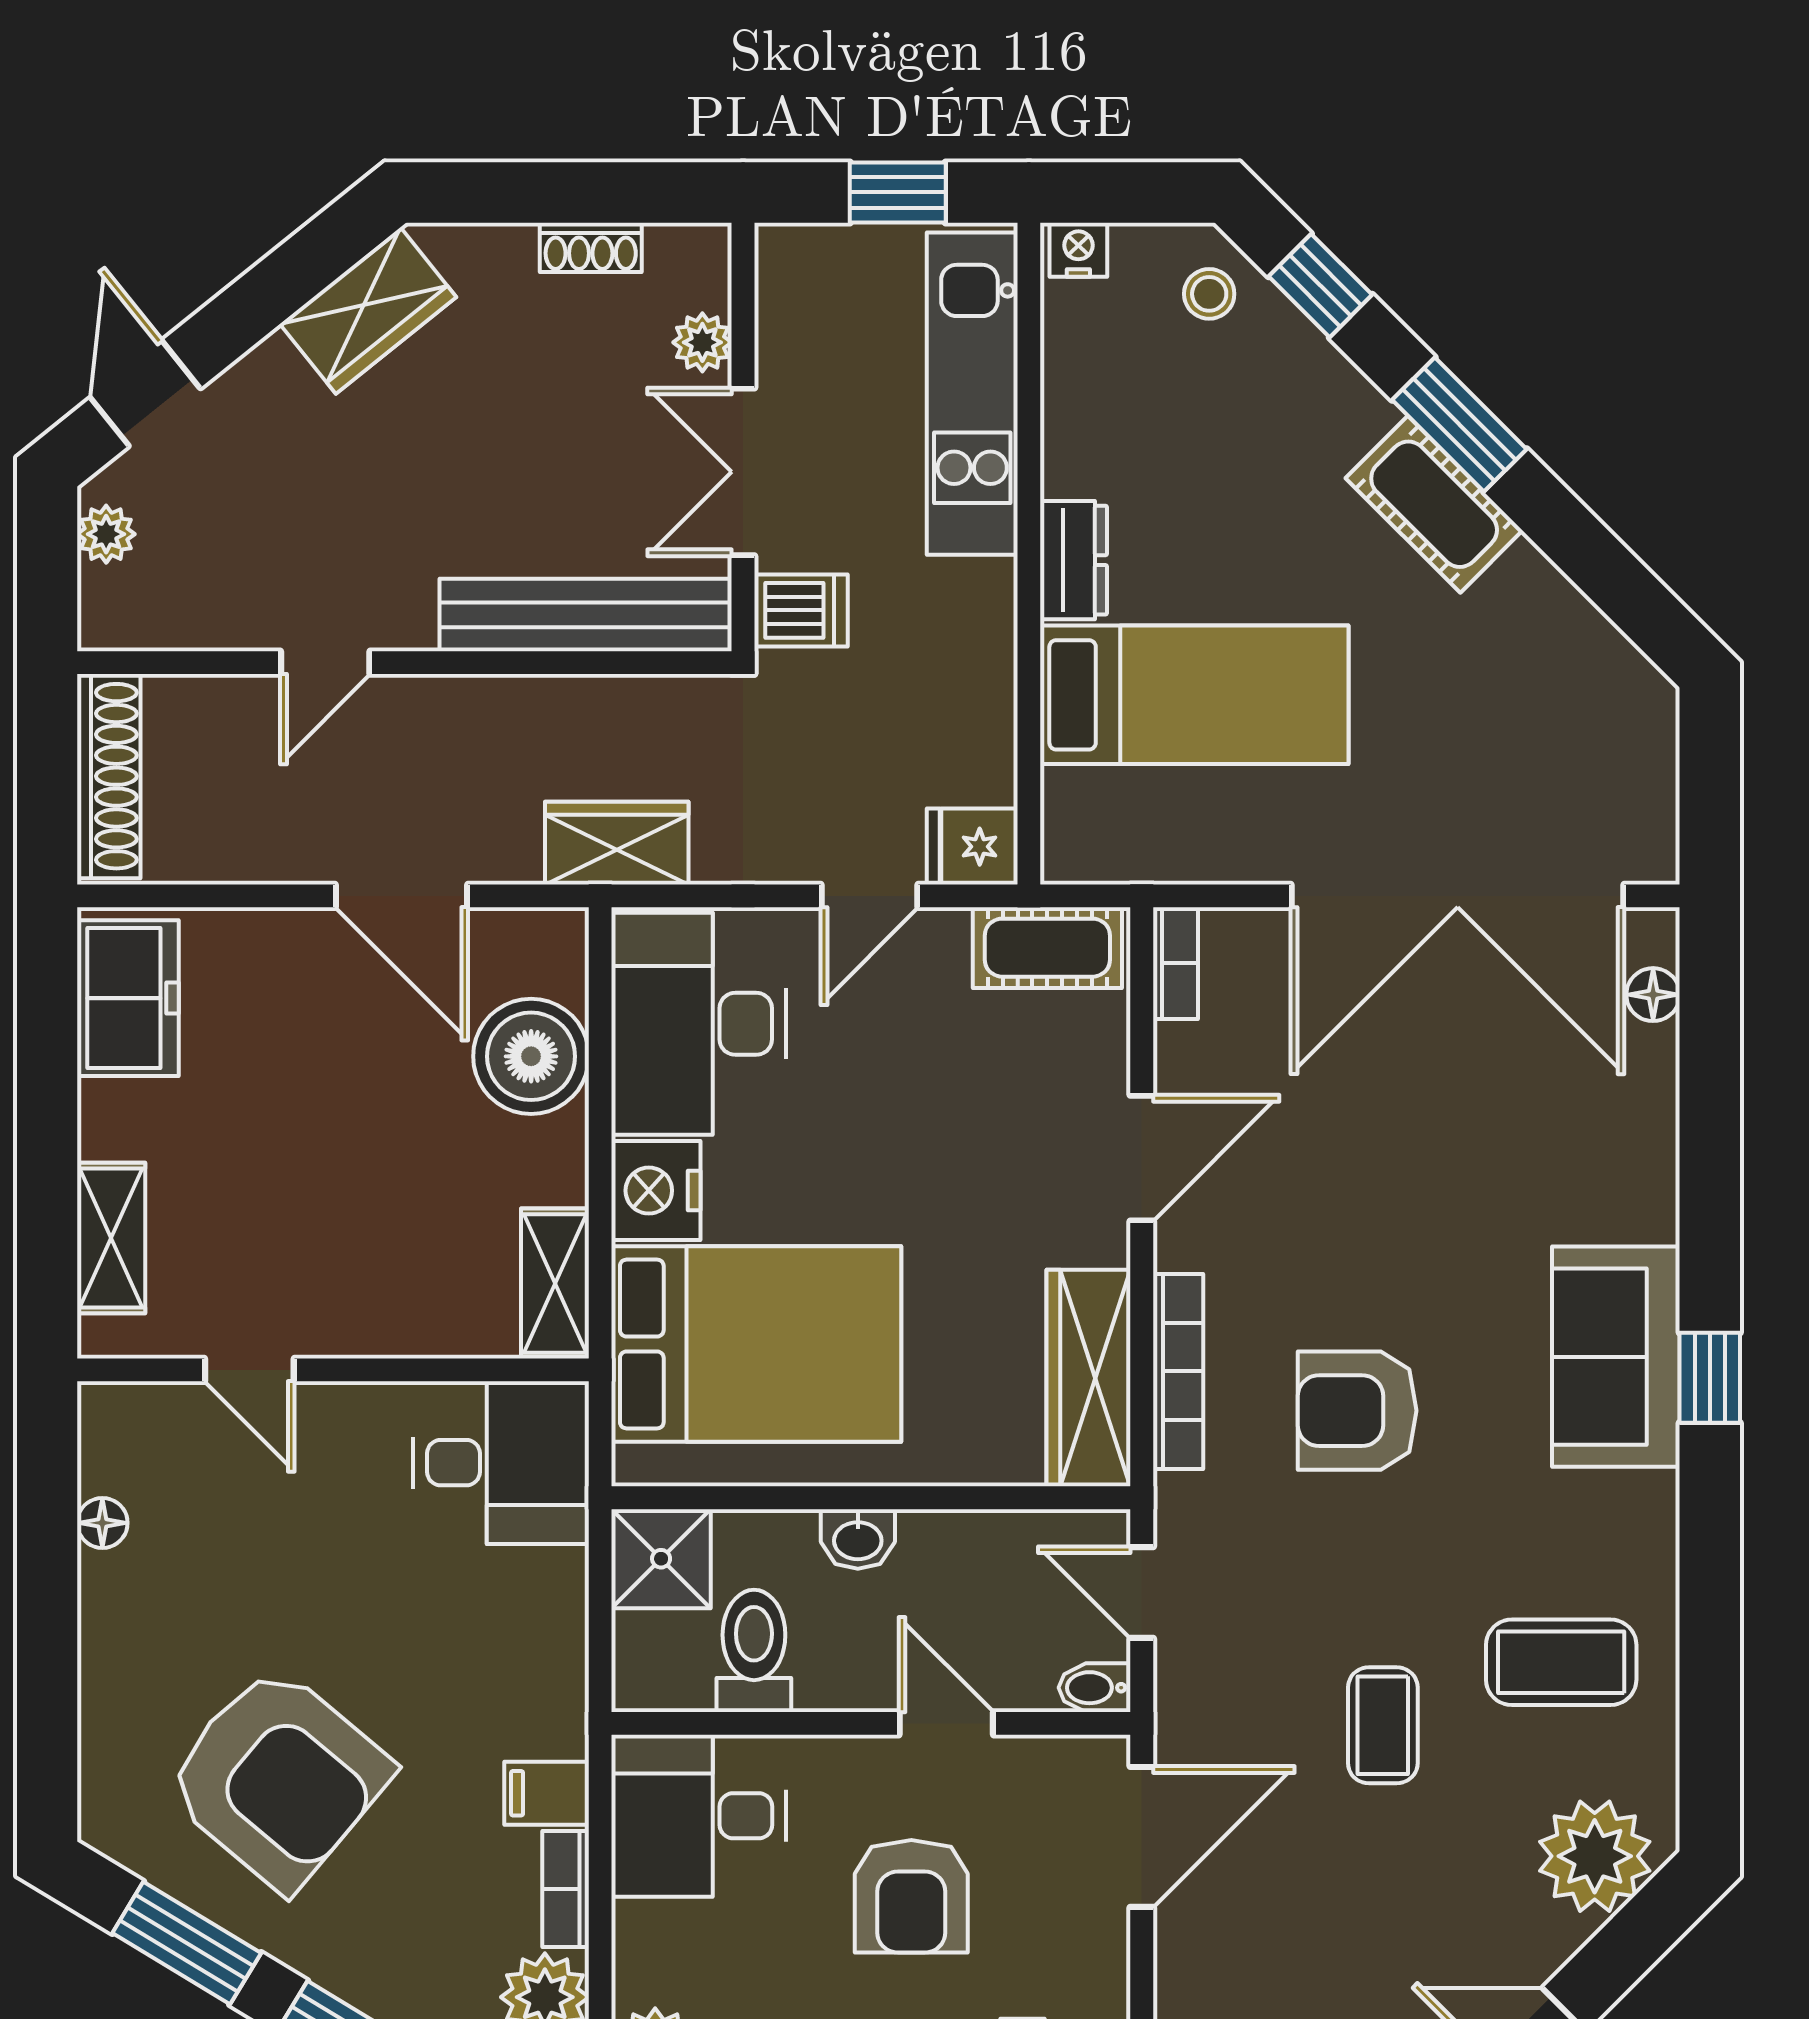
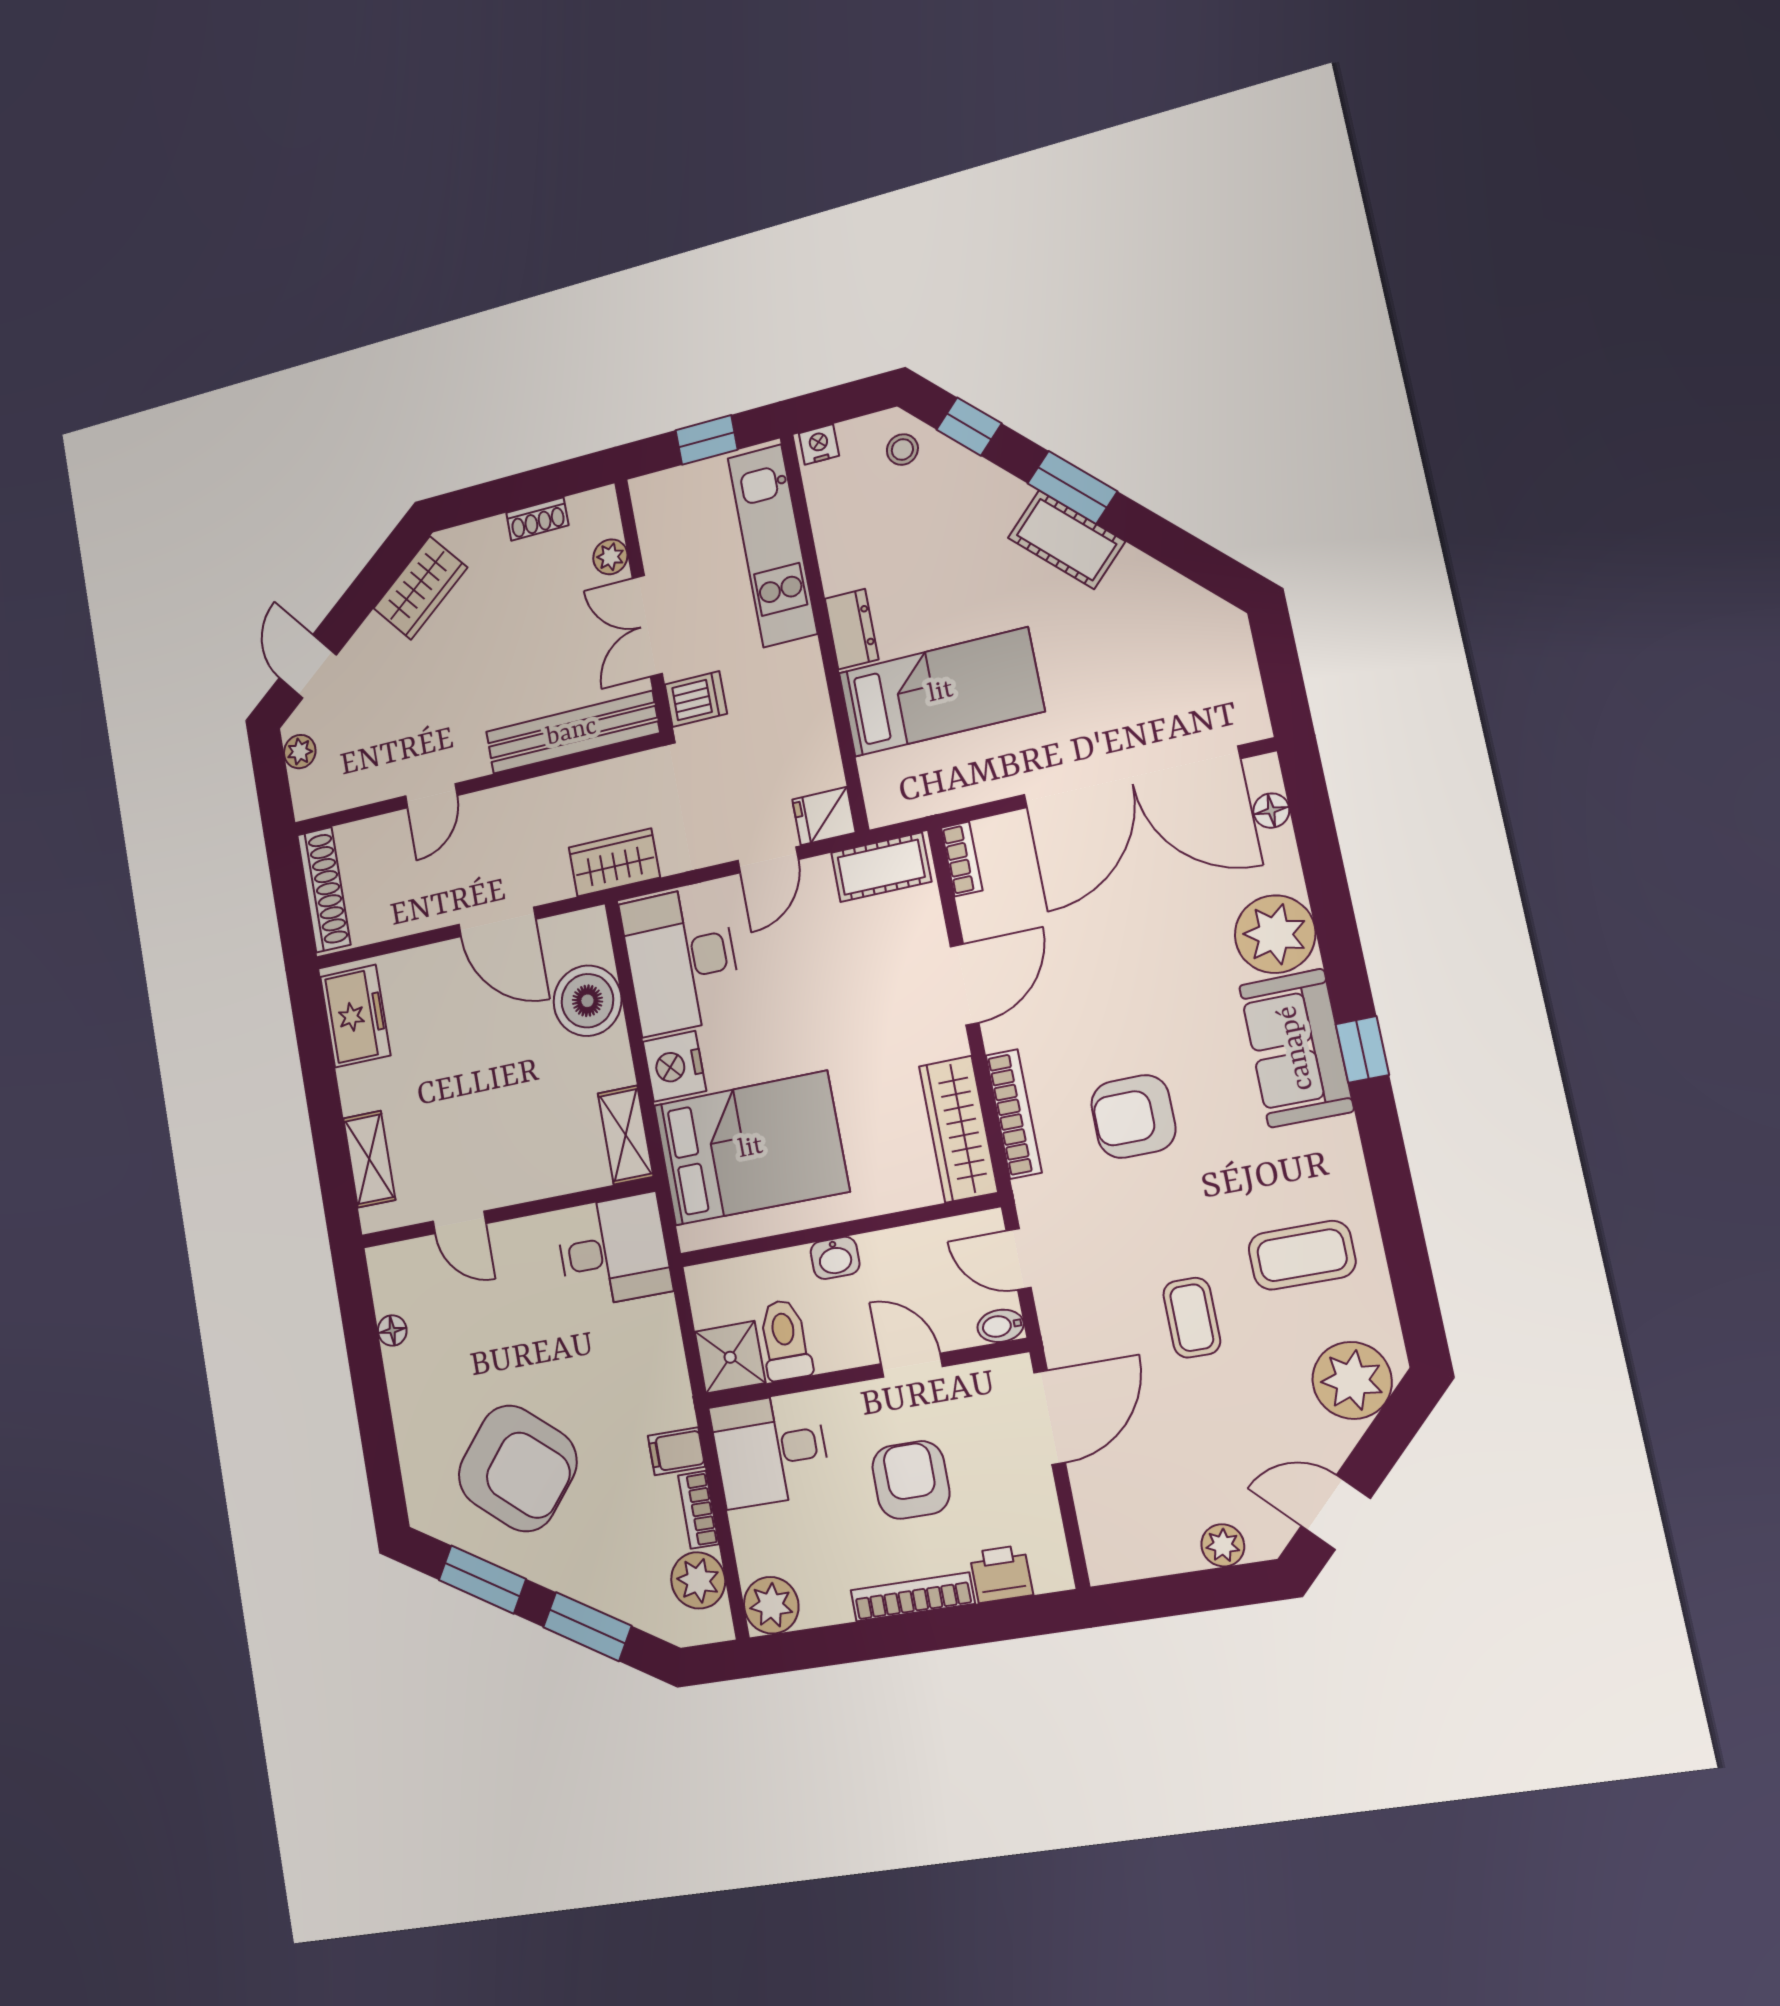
plant: (1620, 1181) -> (1275, 934), added
shower: (661, 1559) -> (730, 1357), moved
armchair: (911, 1896) -> (911, 1480), turned 180

